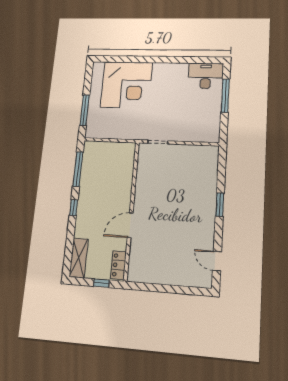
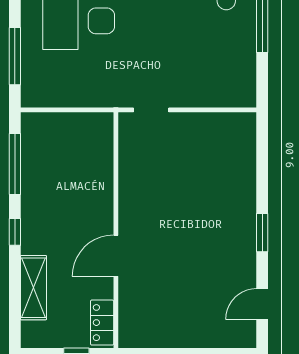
window: (220, 205) -> (262, 233), moved
shelving: (79, 258) -> (33, 288), moved
door: (217, 261) -> (262, 304), hinge flipped

